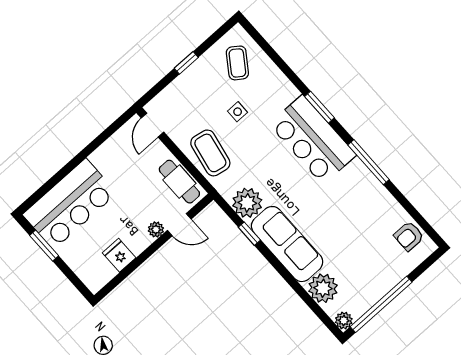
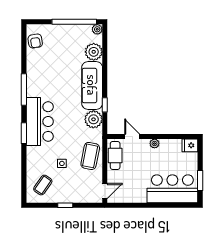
plant: (156, 230) -> (154, 144), moved
armchair: (409, 236) -> (35, 41), turned 81
fridge: (119, 255) -> (190, 145), moved, turned 90

